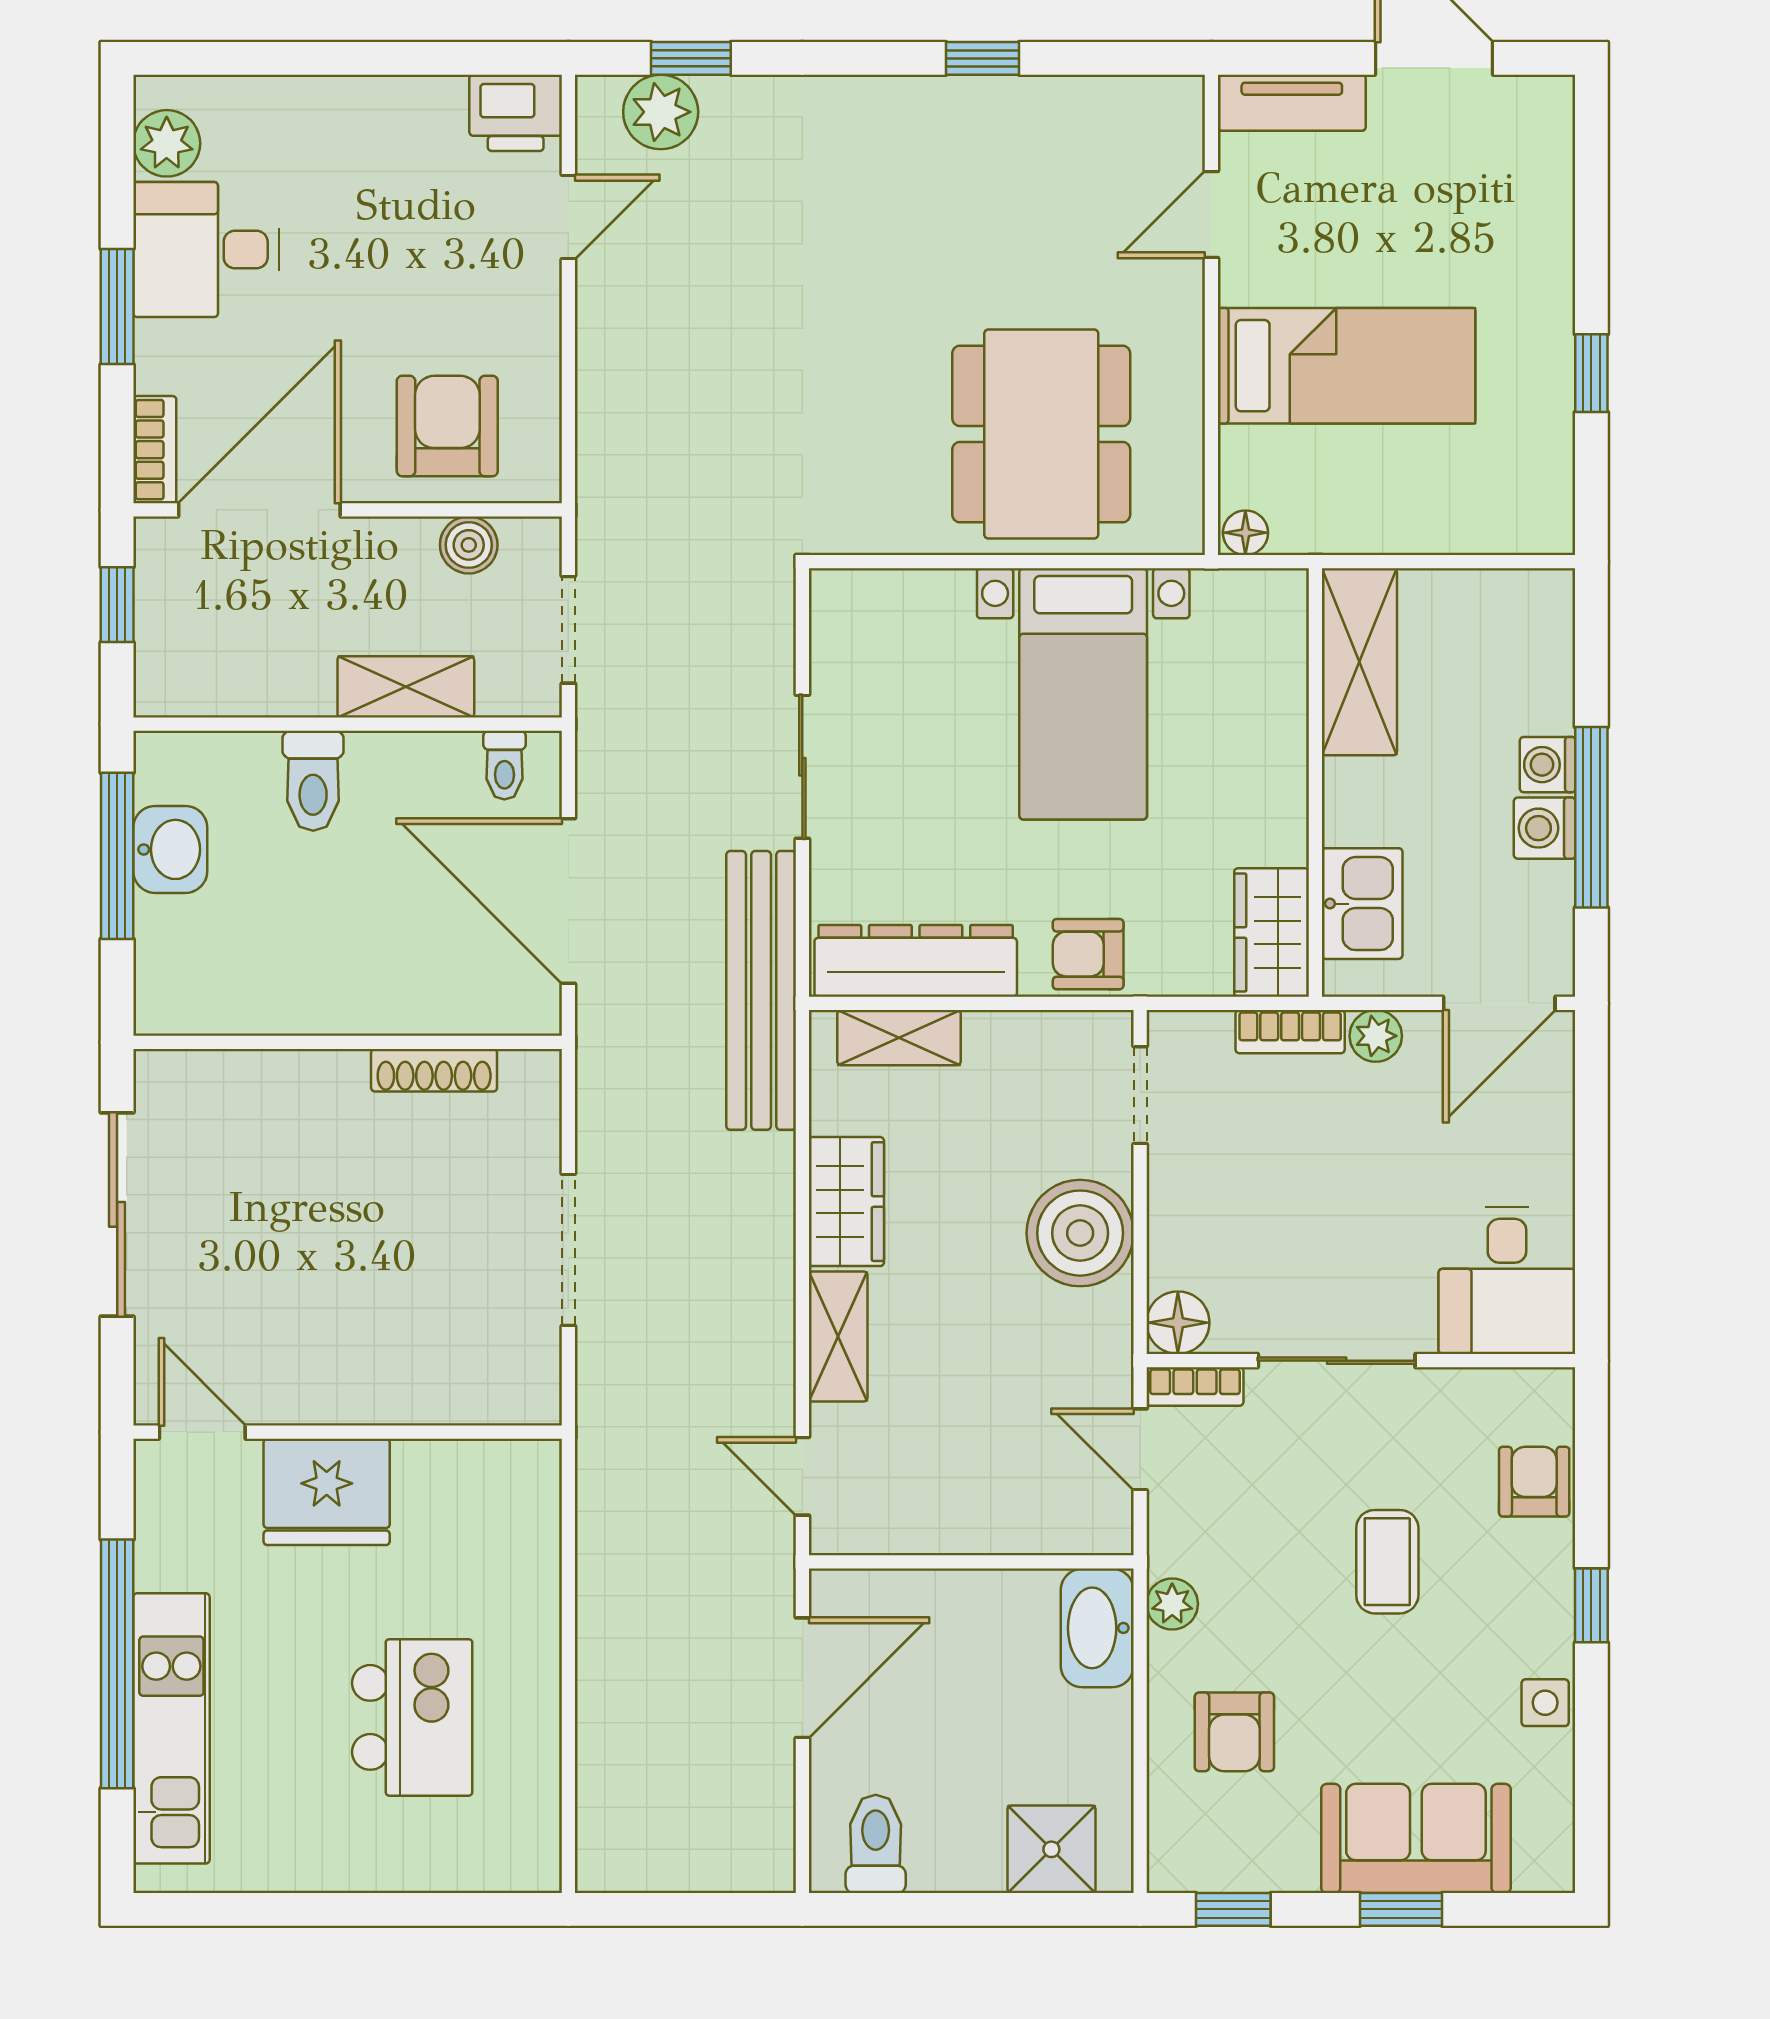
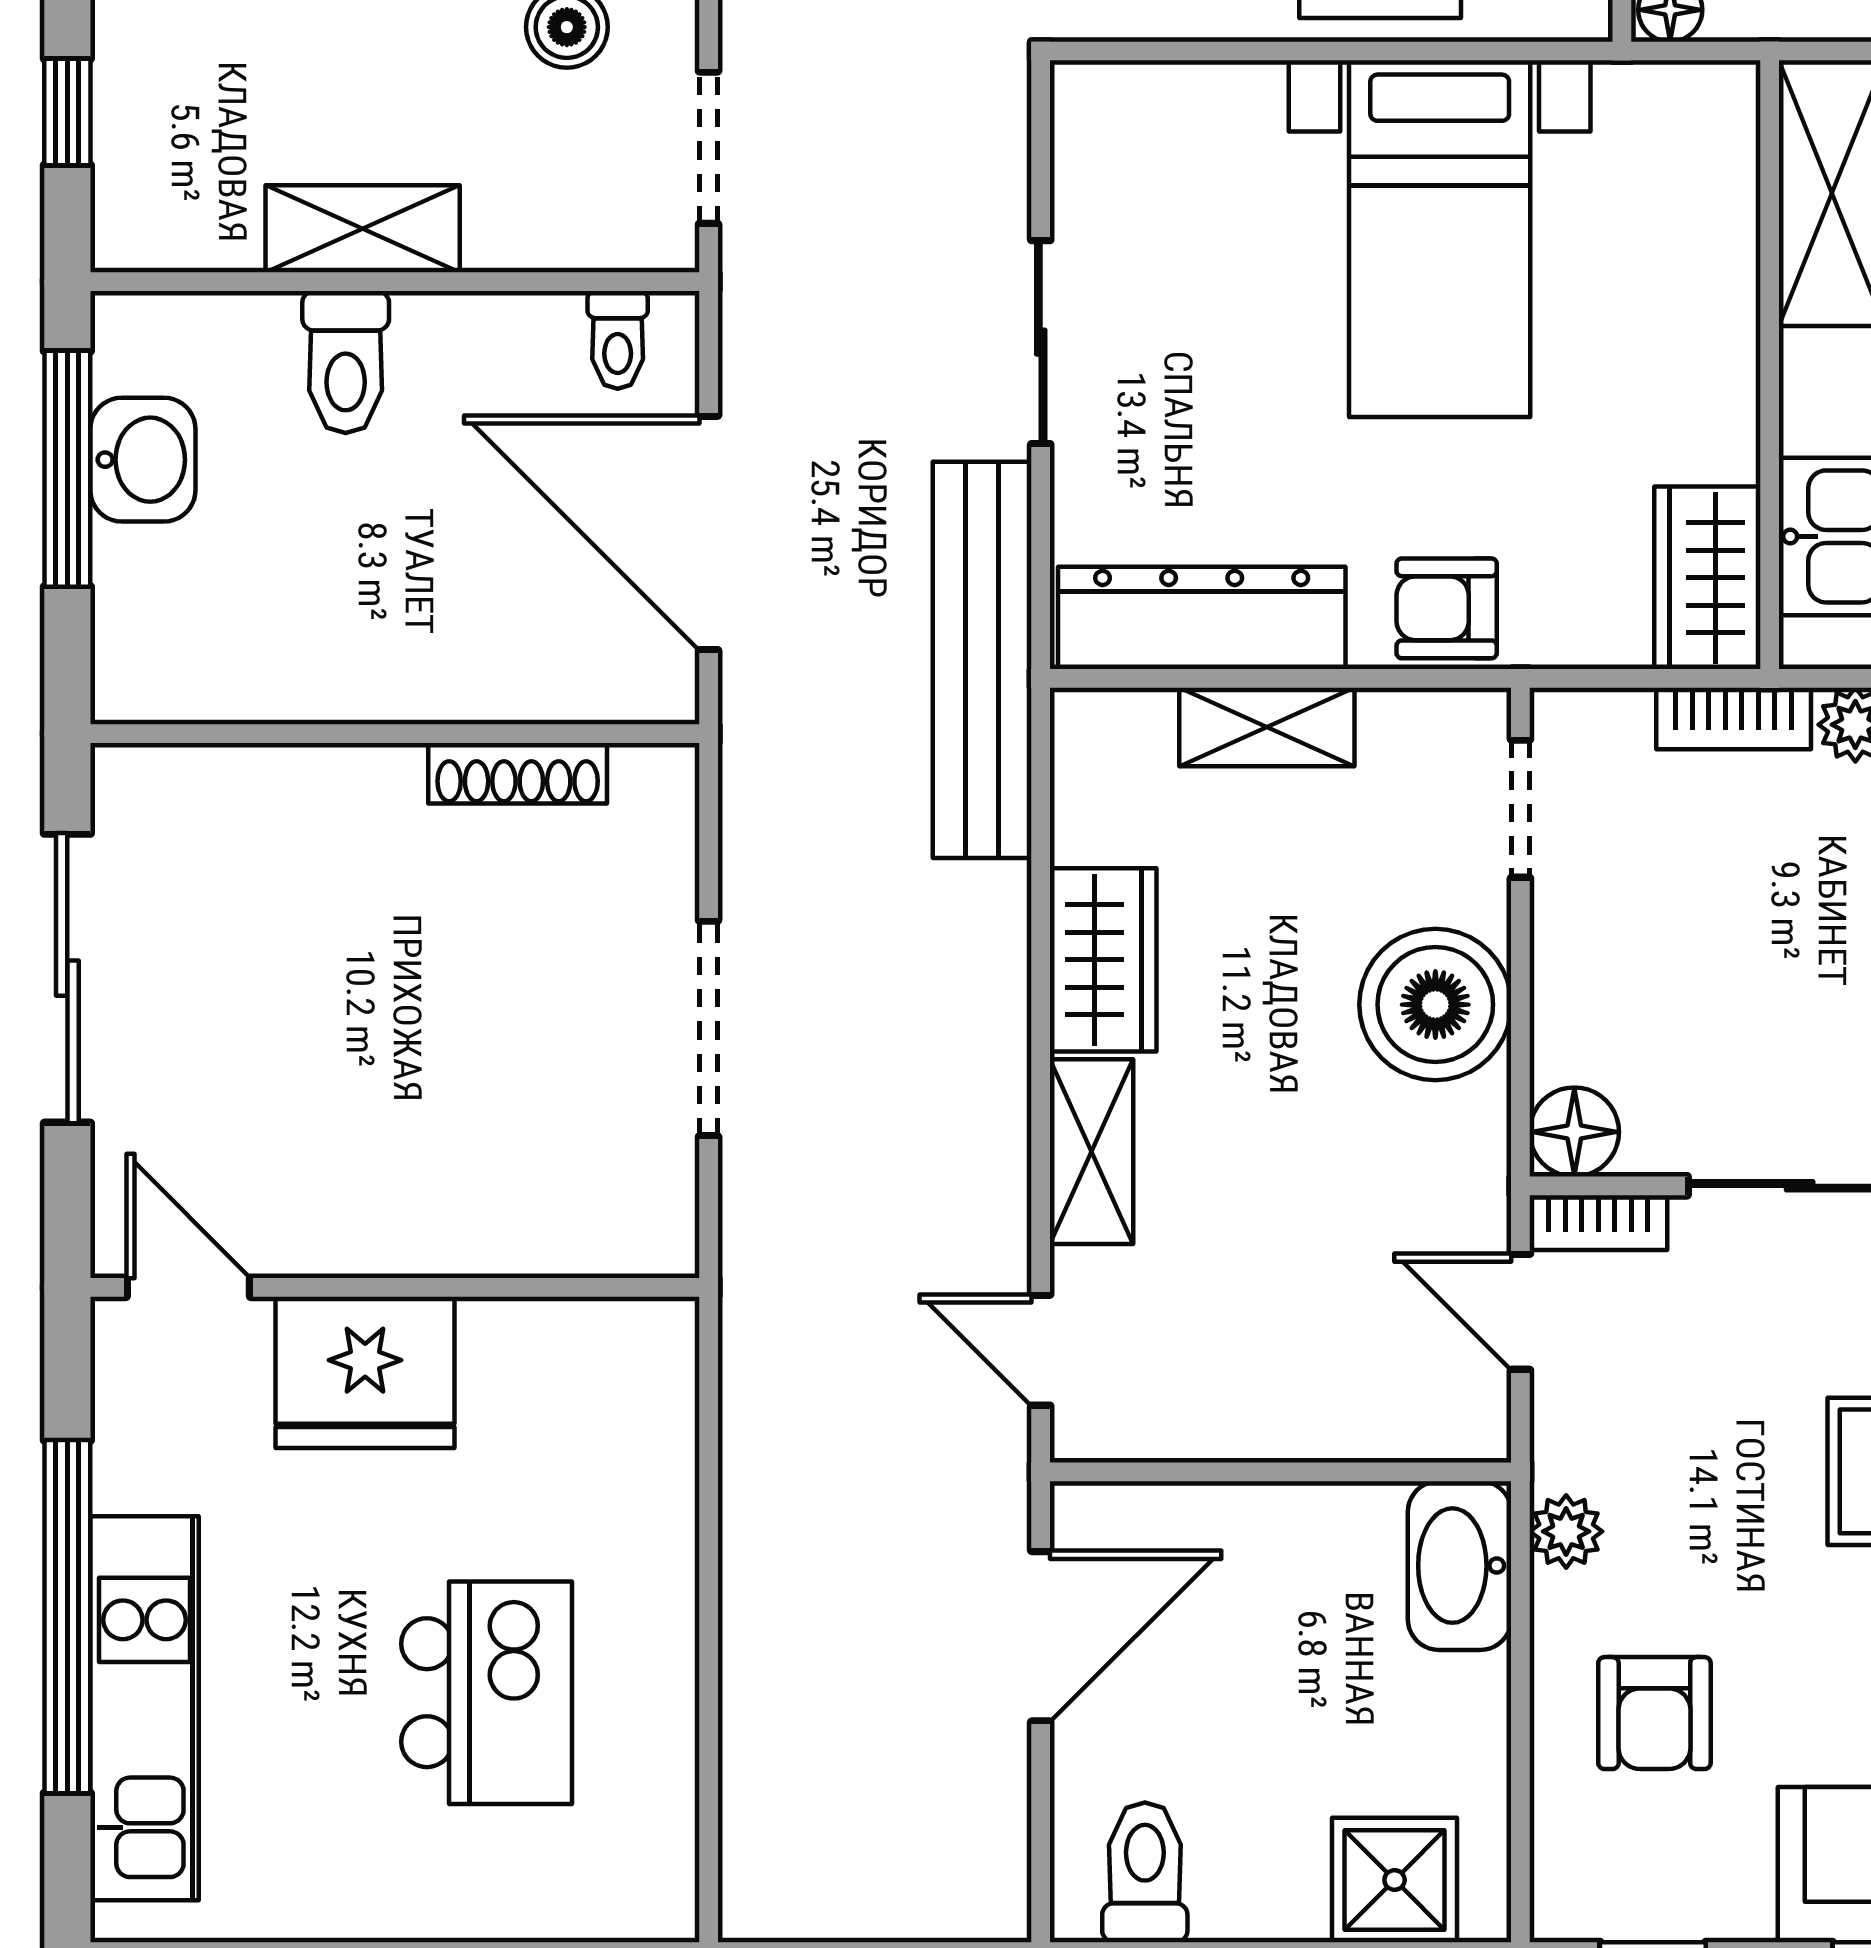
shelving: (406, 687) -> (363, 229), moved
shelving: (899, 1038) -> (1267, 727), moved

